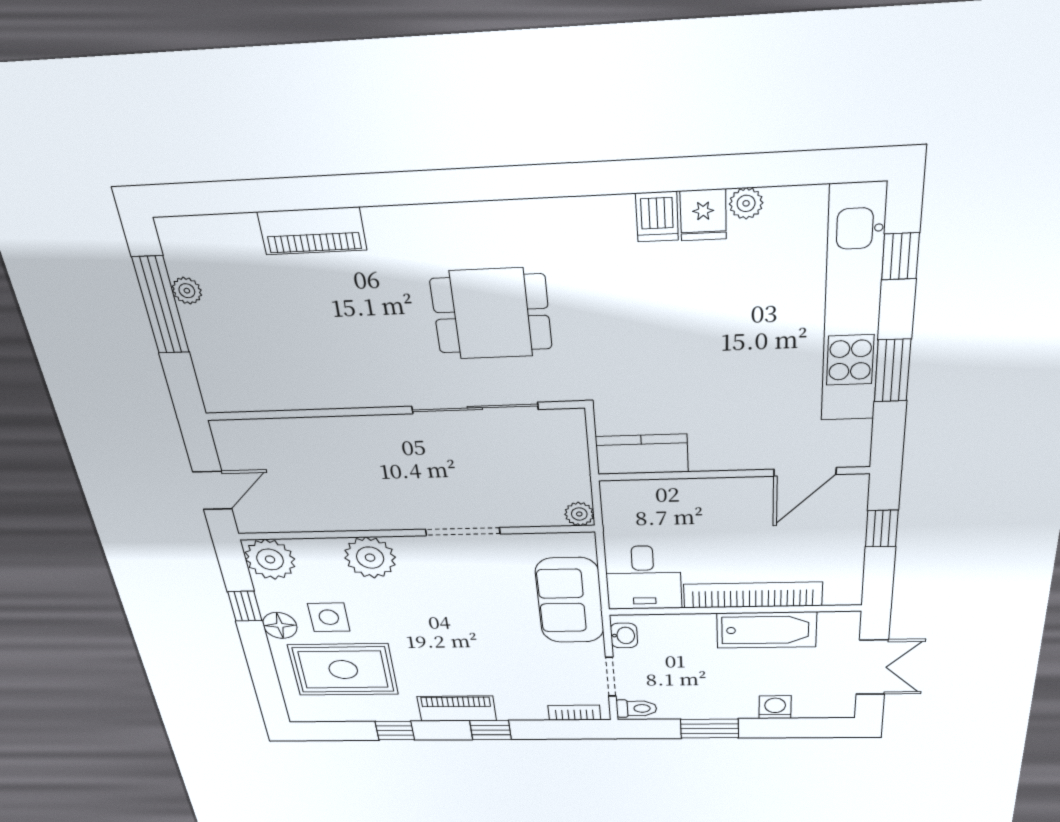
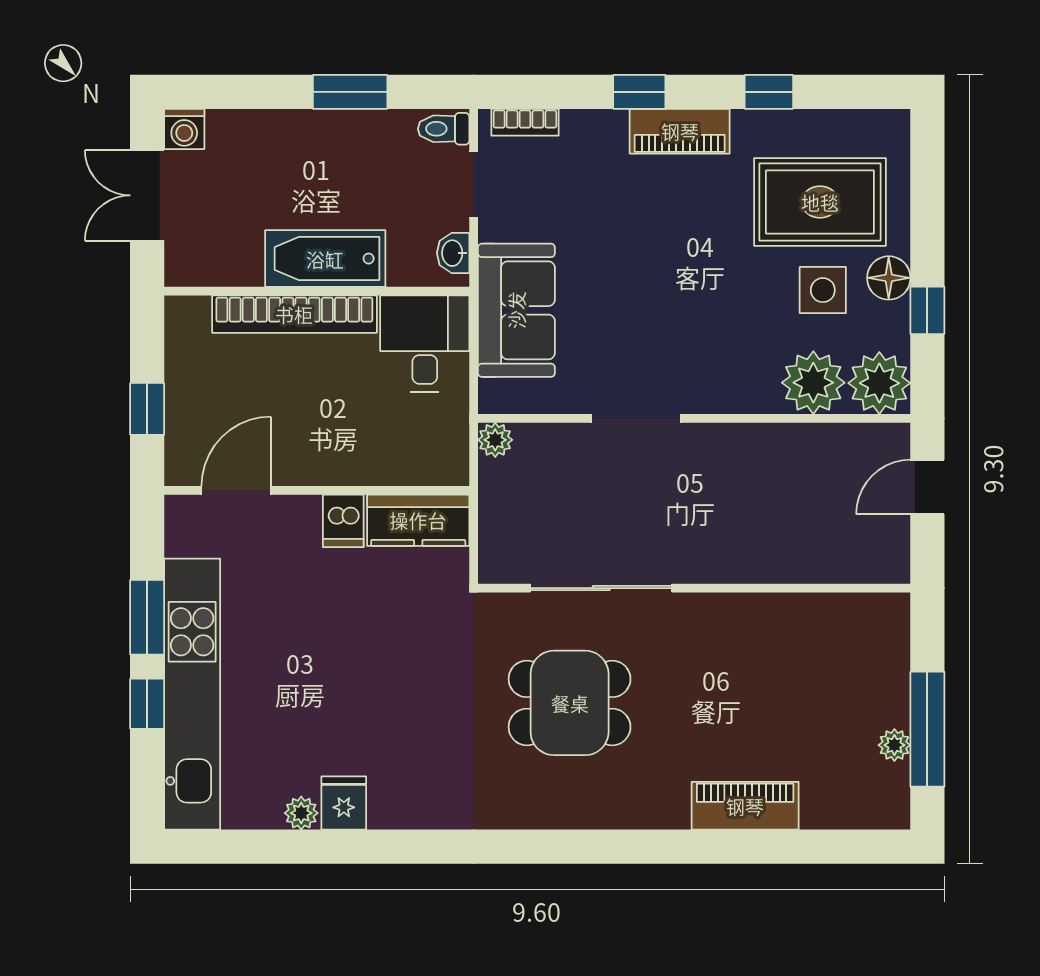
dishwasher: (657, 217) -> (343, 521), moved, turned 180
window: (900, 256) -> (147, 704), moved
plant: (370, 558) -> (813, 383), moved
bathtub: (767, 630) -> (325, 259), moved
washing machine: (775, 707) -> (184, 129), moved

